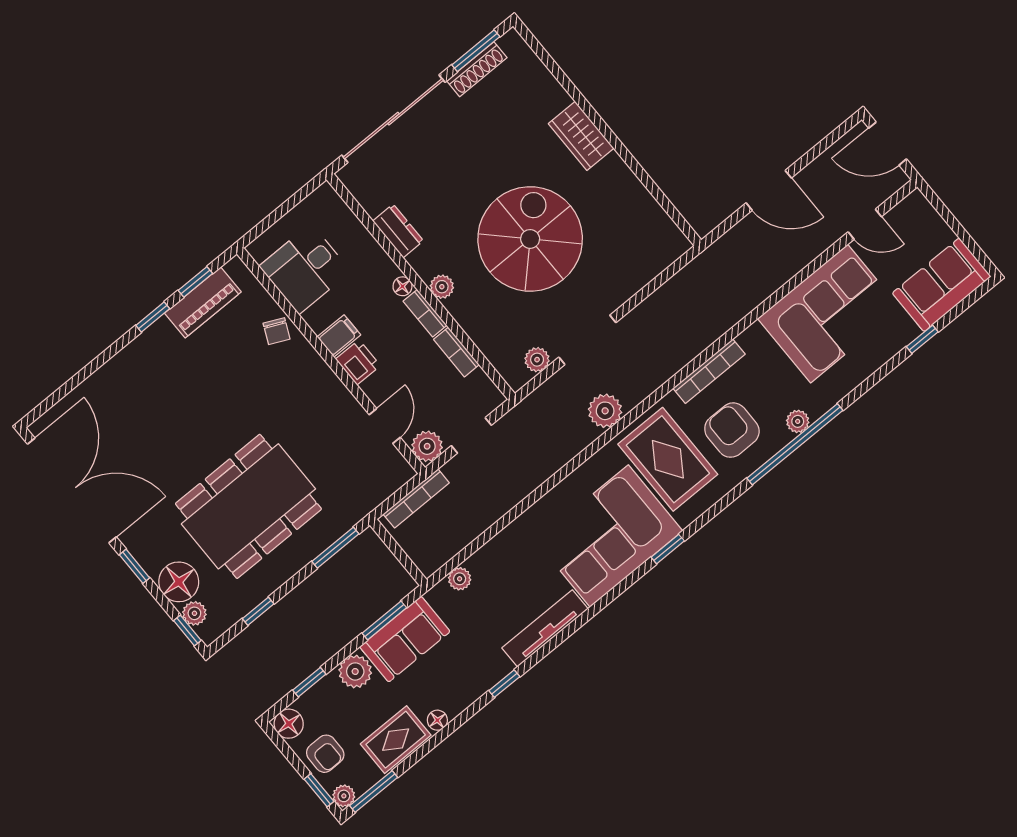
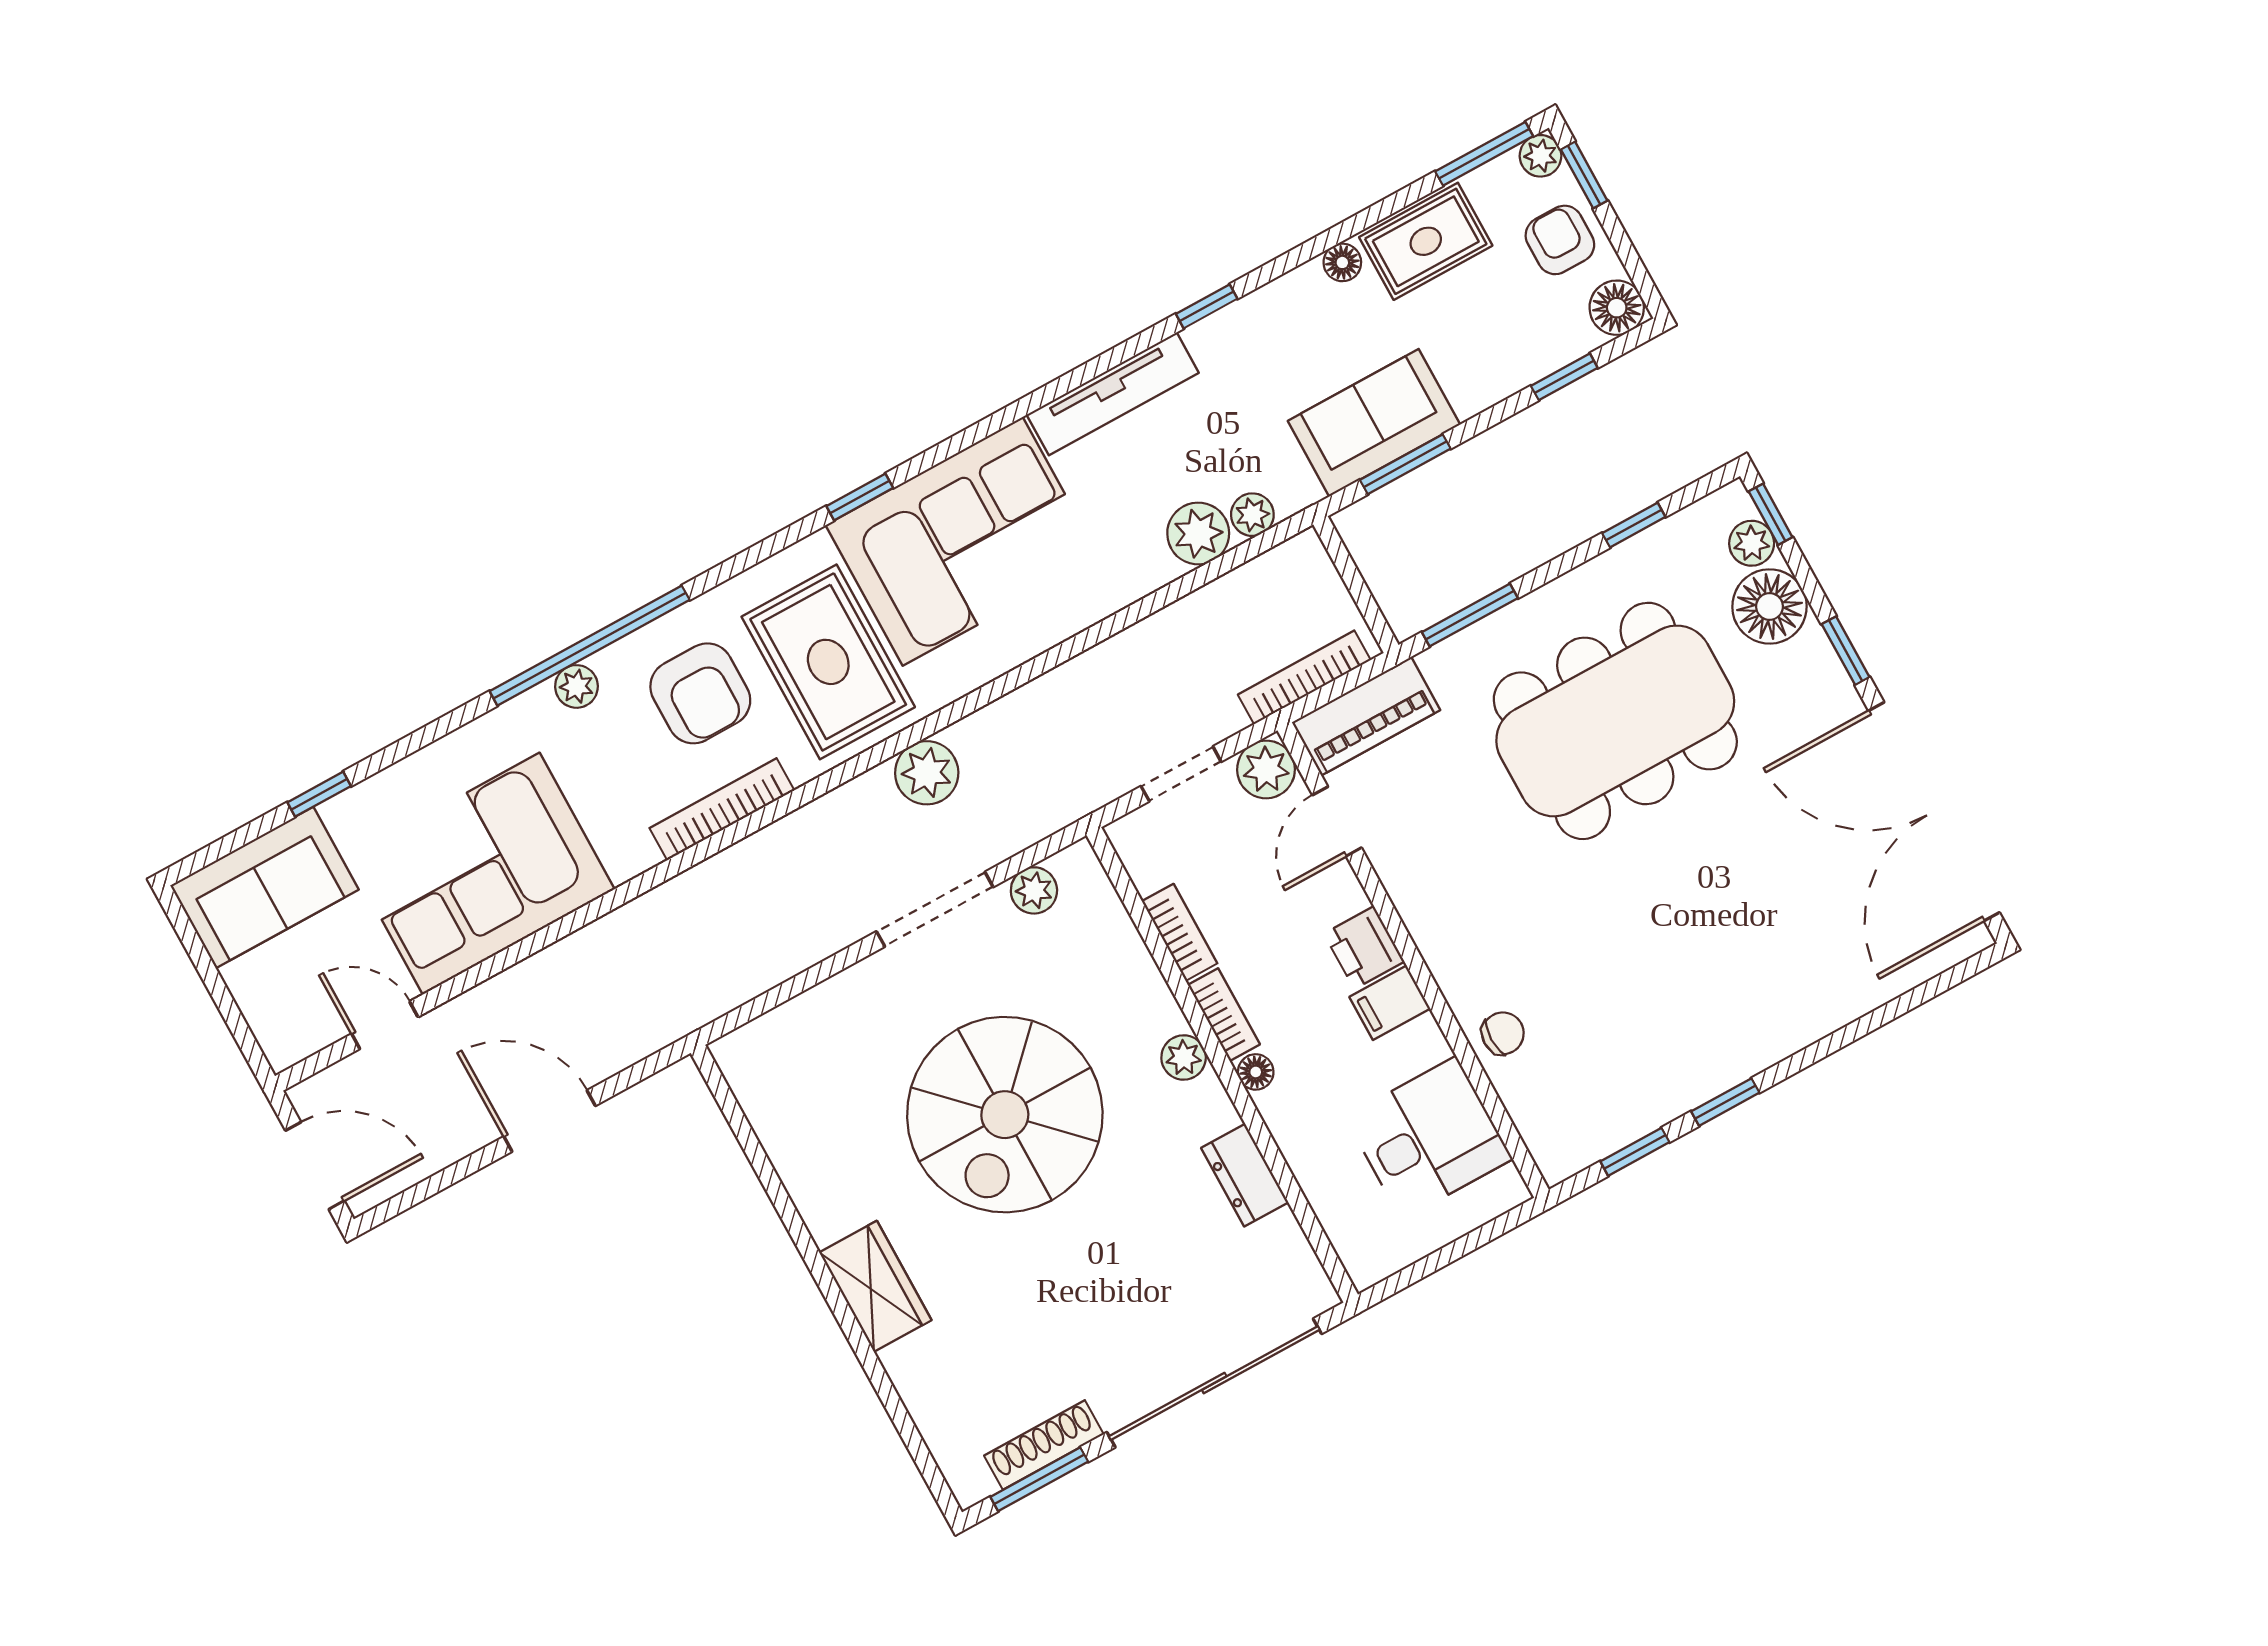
piano: (203, 302) -> (1366, 716), moved, turned 180
chair: (277, 331) -> (1503, 1033), turned 65
plant: (355, 671) -> (1198, 533), moved

